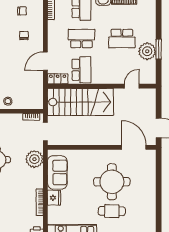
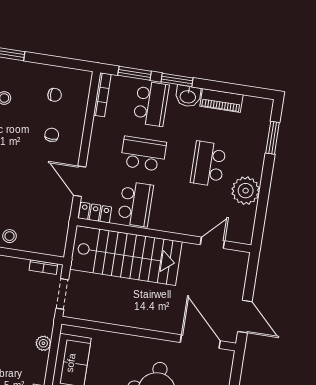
school desk: (122, 38) -> (208, 164), turned 90
window: (159, 49) -> (273, 138), moved
door: (45, 61) -> (80, 181), hinge flipped
plant: (34, 159) -> (43, 343), width x0.53, depth x0.53

